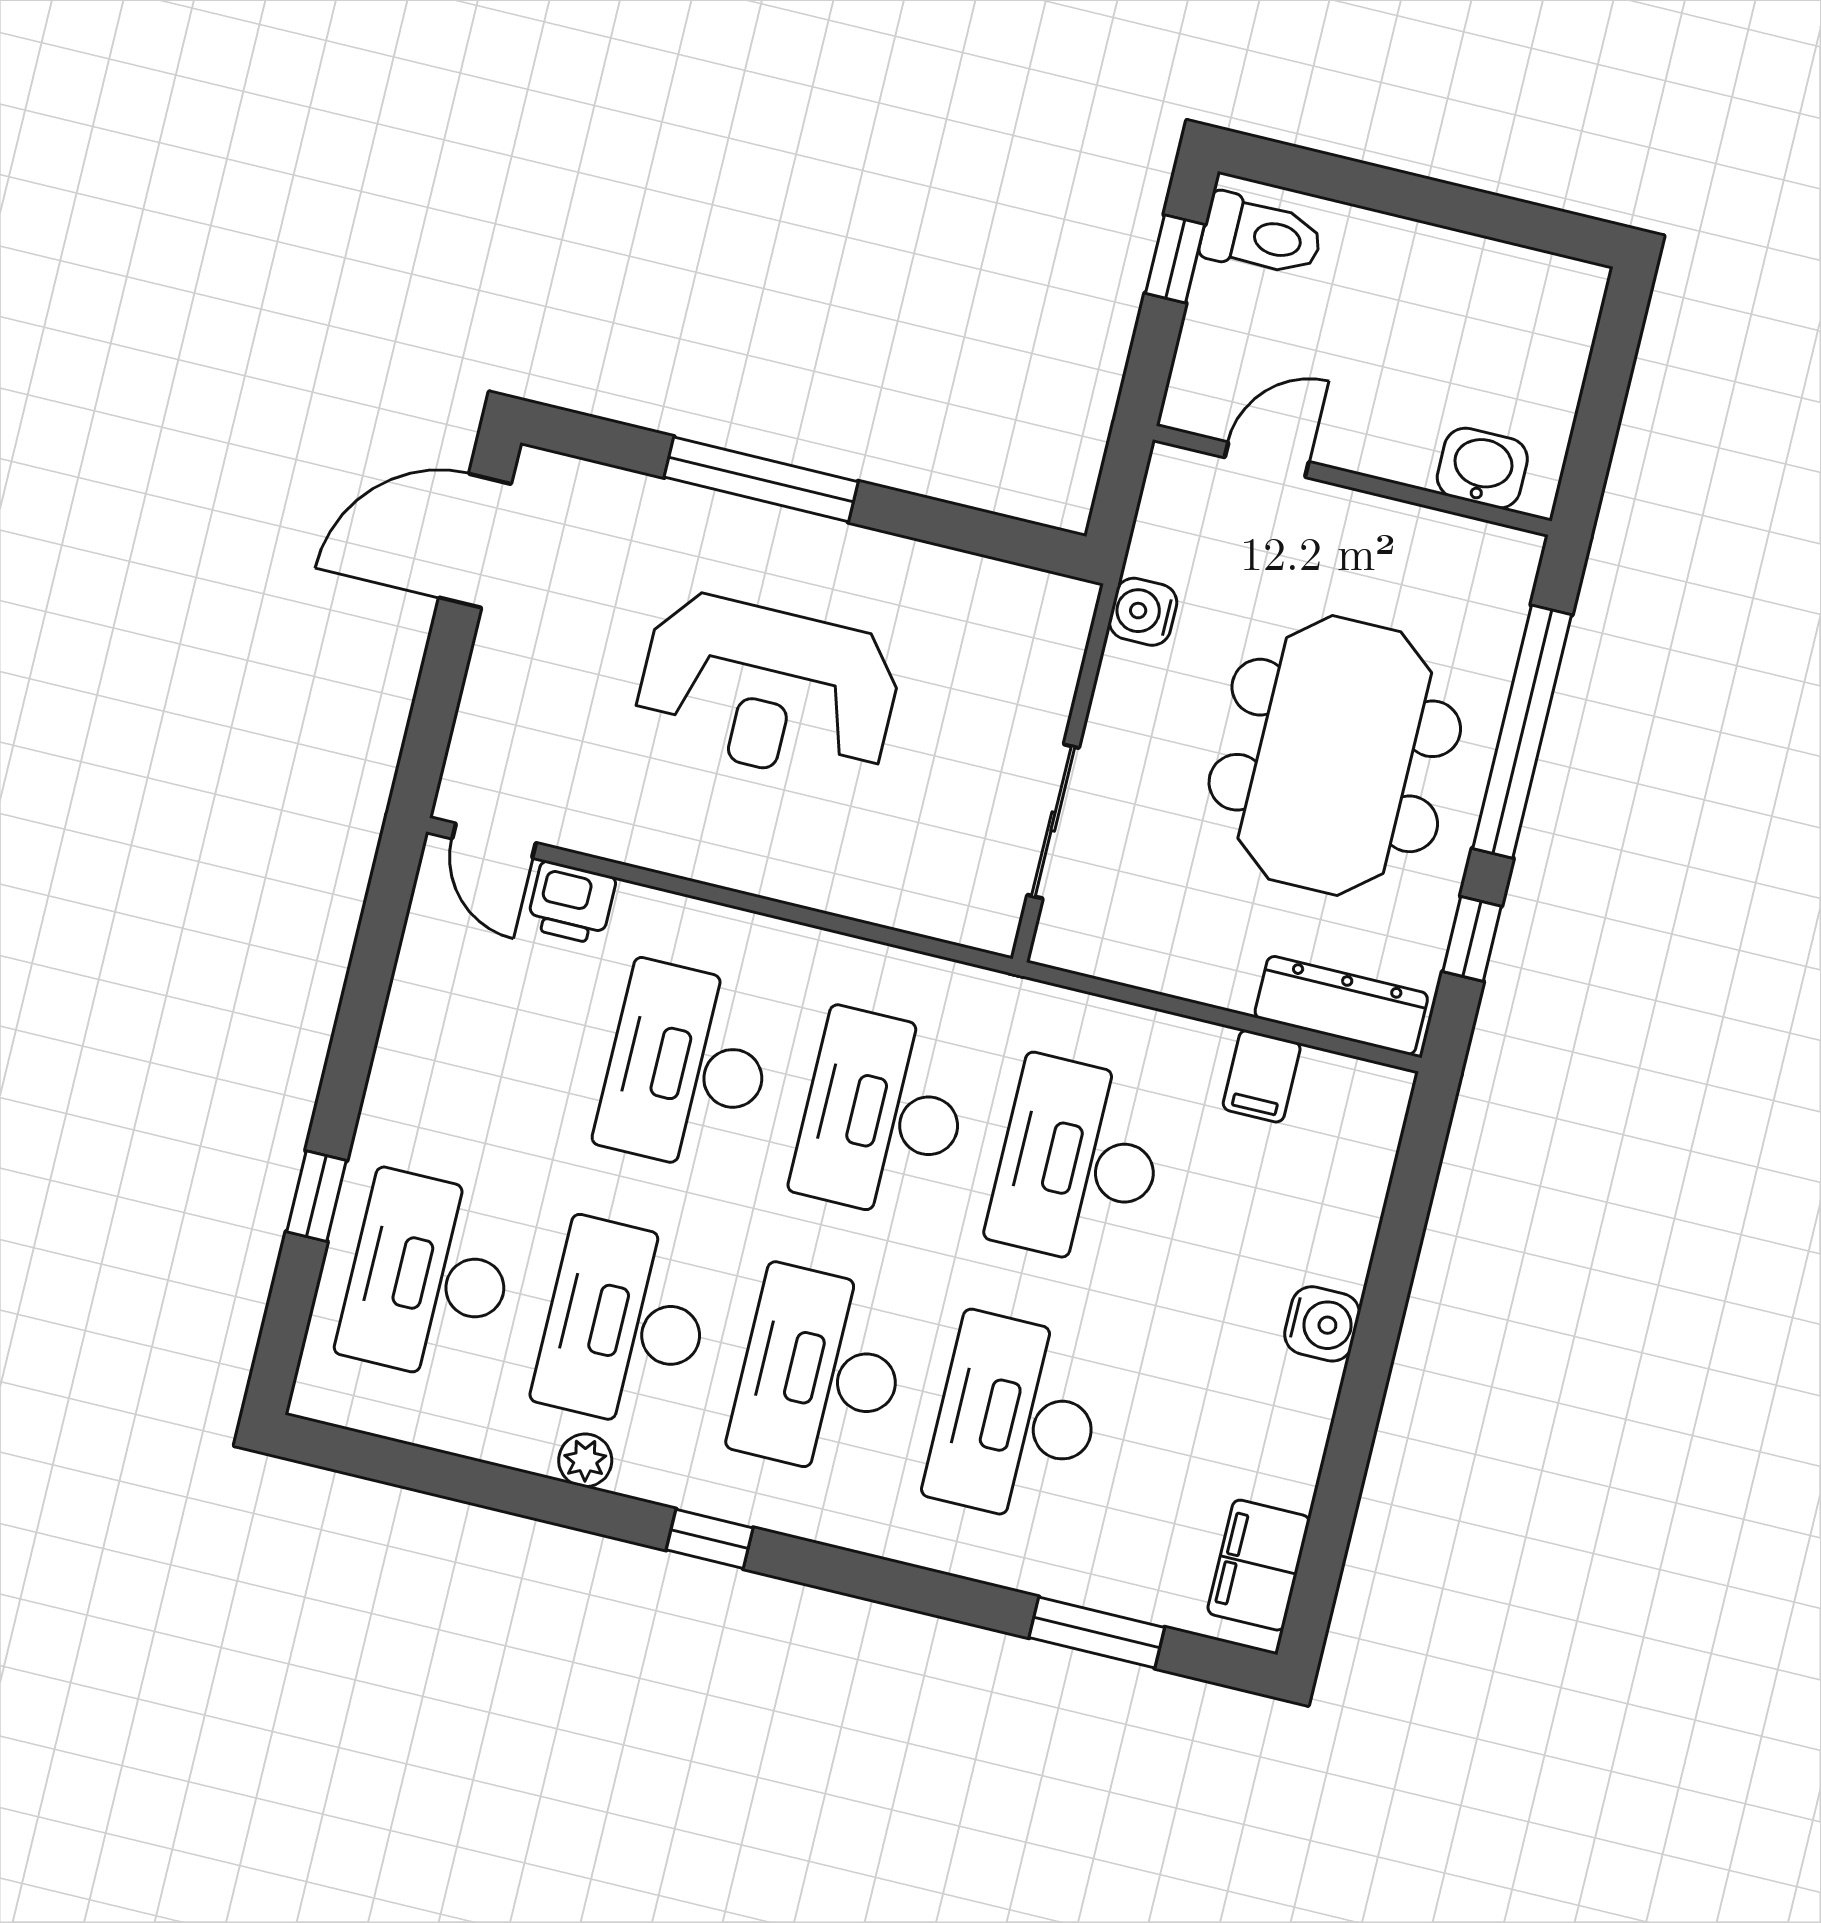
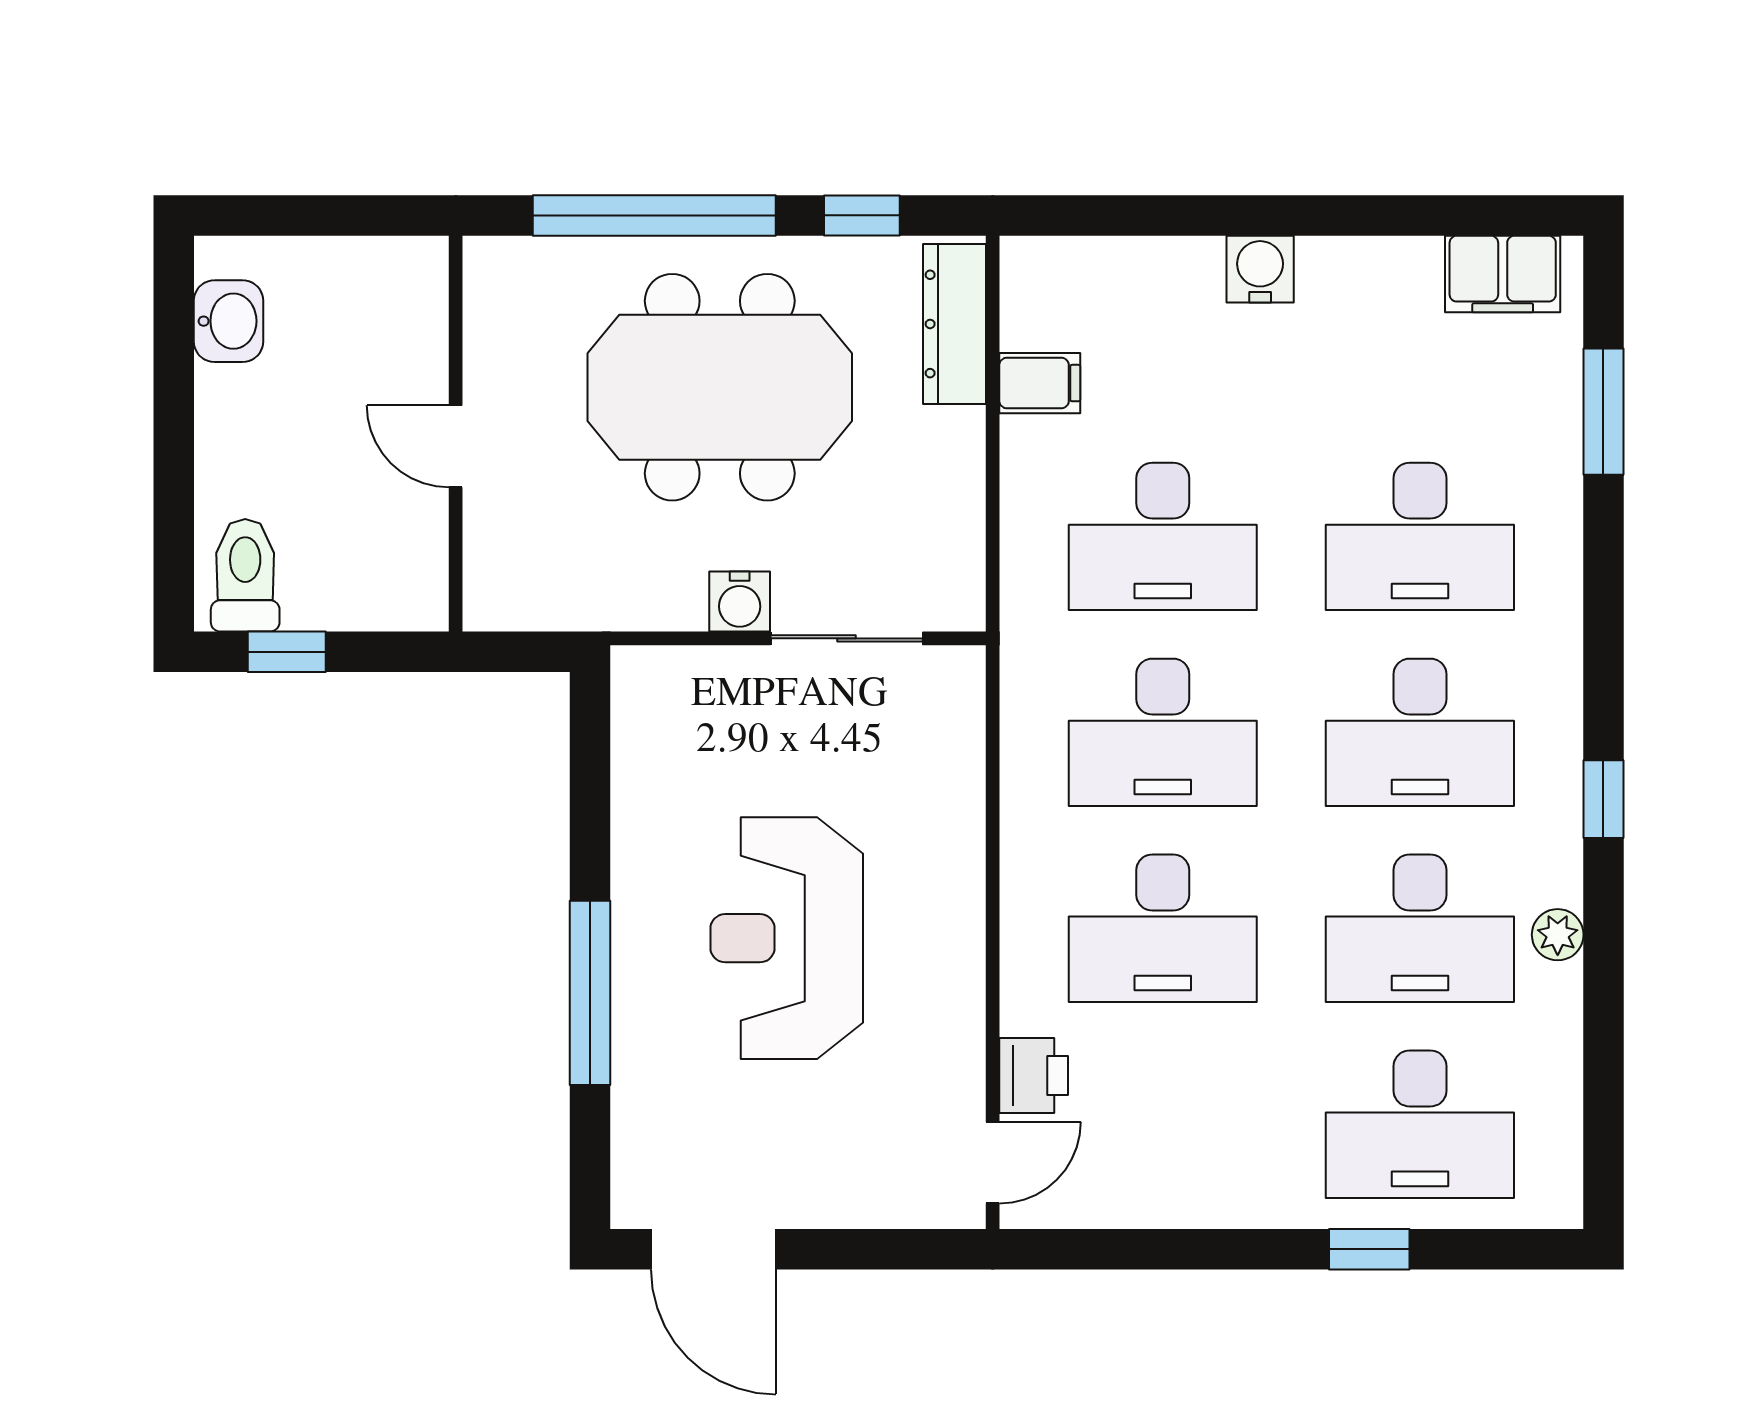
door: (1267, 460) -> (456, 446), moved
washbasin: (1482, 468) -> (229, 321), moved, turned 180
water cooler: (1143, 612) -> (740, 601), moved
reception desk: (768, 689) -> (787, 938), turned 180

